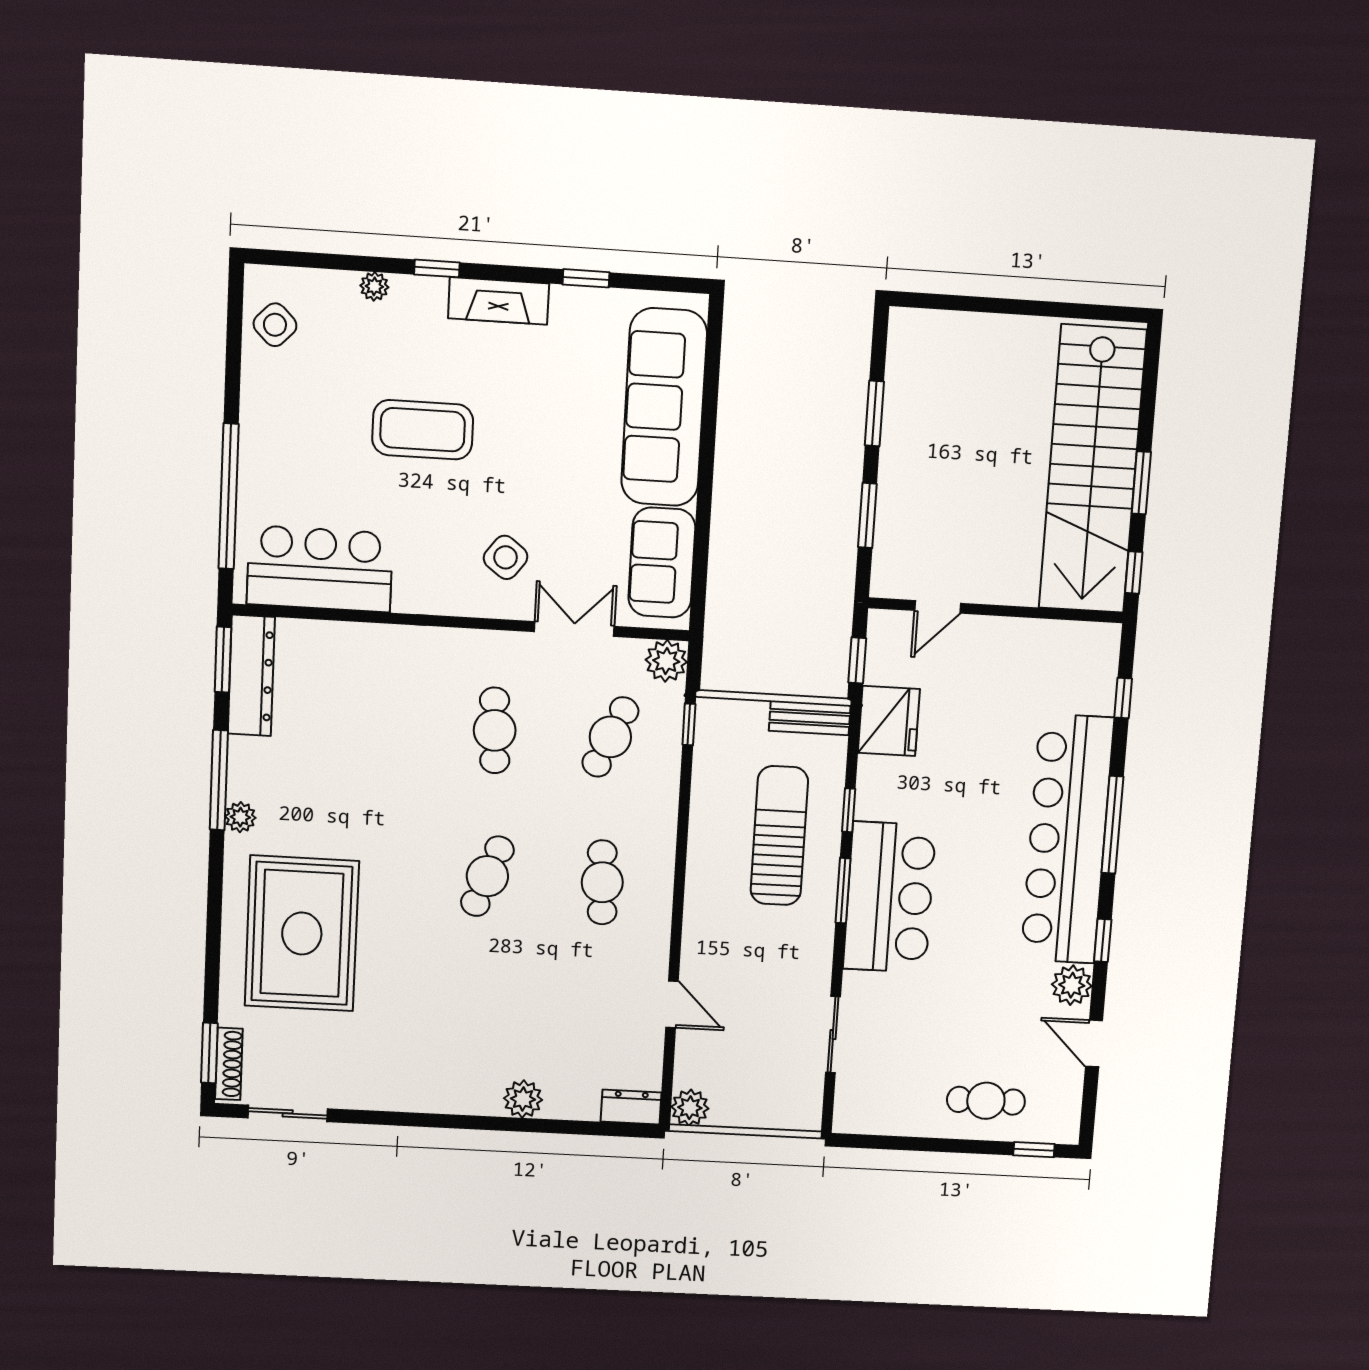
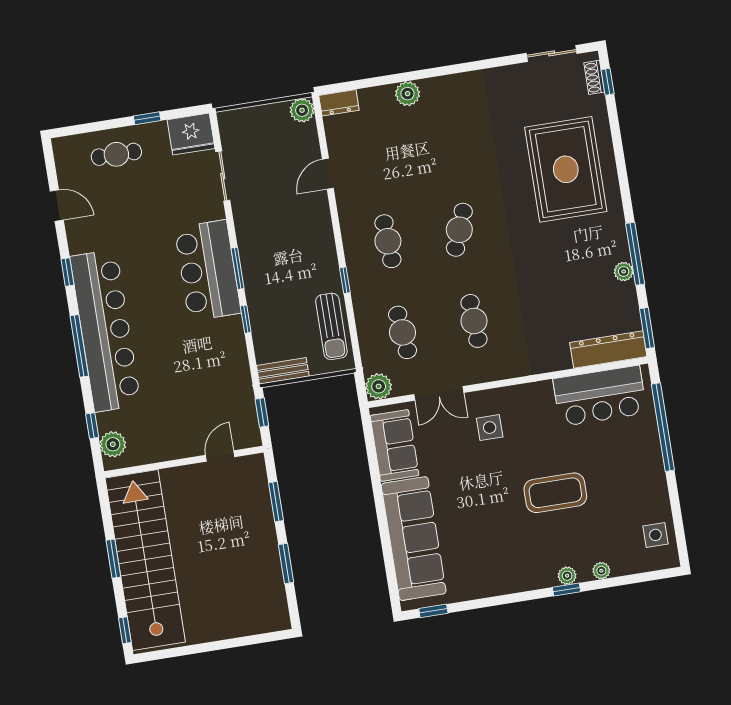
window: (586, 278) -> (433, 611), moved
plant: (431, 291) -> (567, 576), added
fireplace: (499, 301) -> (526, 579), removed
side table: (275, 325) -> (655, 535), turned 45
side table: (506, 557) -> (490, 428), turned -37
window: (1134, 572) -> (125, 630), moved
dresser: (251, 675) -> (608, 349), moved, turned 90
fridge: (889, 721) -> (191, 134), moved, turned -90
window: (689, 724) -> (345, 280), moved
cafe table: (610, 737) -> (403, 332), turned -30
plant: (240, 817) -> (624, 272), moved
sun lounger: (779, 836) -> (331, 326), moved, width x0.73, depth x0.75
plant: (1072, 985) -> (113, 444), moved
door: (672, 1004) -> (328, 174), hinge flipped
window: (209, 1053) -> (608, 82), width x0.67
shoe rack: (229, 1064) -> (594, 77), width x0.70
window: (1034, 1150) -> (147, 118), moved

